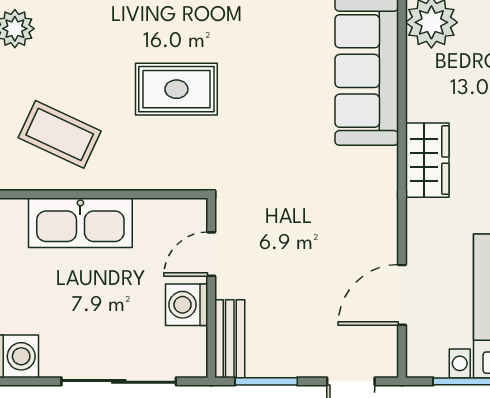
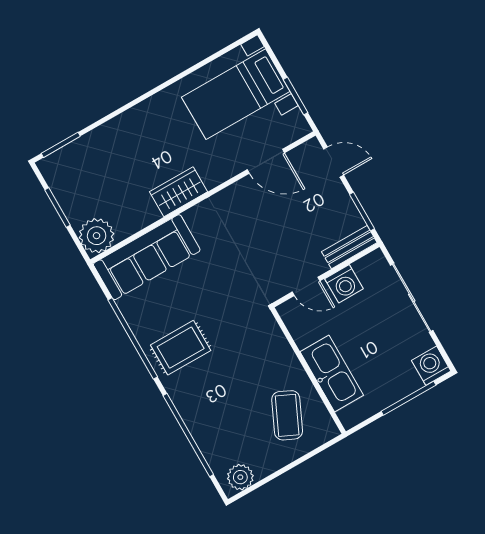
rug: (176, 89) -> (181, 348), moved, turned 90

